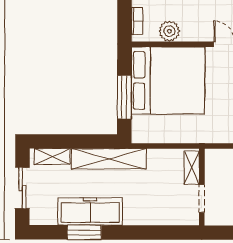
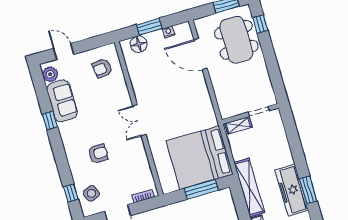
plant: (169, 31) -> (144, 170), removed
bed: (168, 81) -> (199, 158), moved, turned -90

